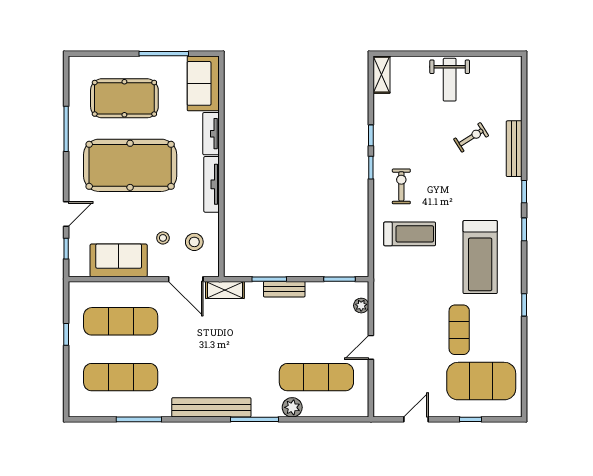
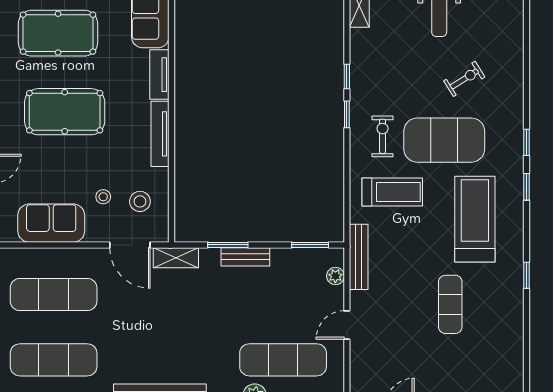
bench: (514, 149) -> (359, 257), moved
pool table: (130, 165) -> (65, 112), width x0.73, depth x0.76
treadmill: (480, 257) -> (475, 219), turned 180
exercise mat: (481, 381) -> (444, 140), moved

